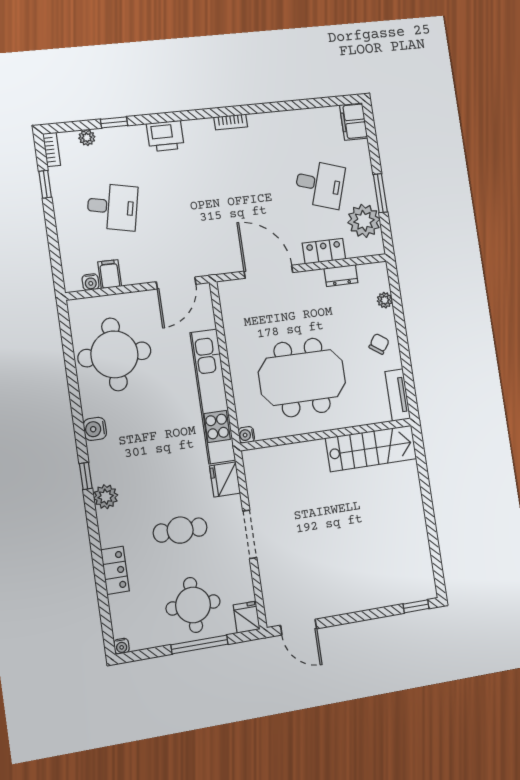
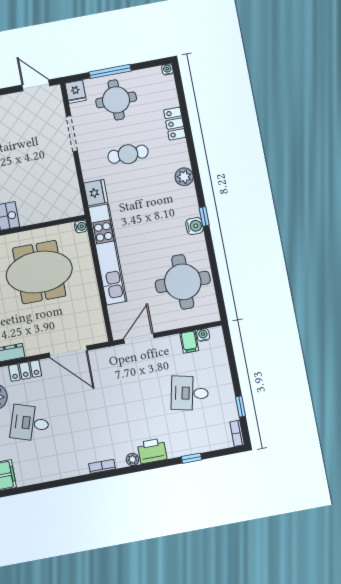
plant: (87, 138) -> (133, 459), moved
window: (86, 476) -> (204, 216), moved
doorway: (250, 534) -> (72, 134), moved

